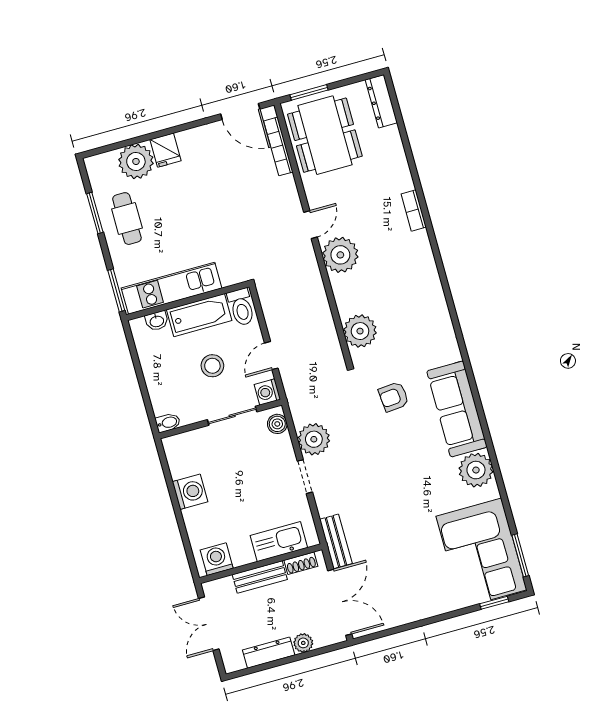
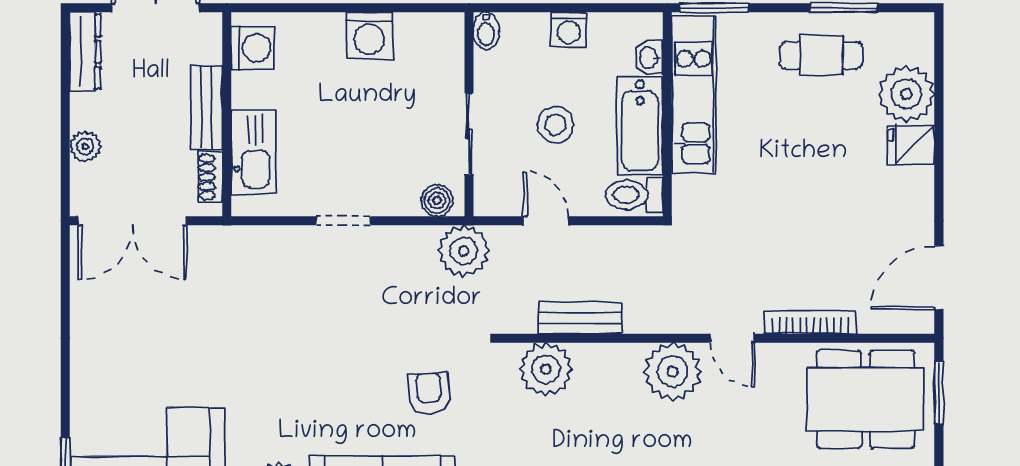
bookcase: (278, 146) -> (810, 322), moved
washing machine: (267, 392) -> (569, 30), moved, turned 180
plant: (314, 439) -> (464, 251), moved
bench: (336, 541) -> (580, 318), moved
dresser: (269, 653) -> (85, 52), moved

